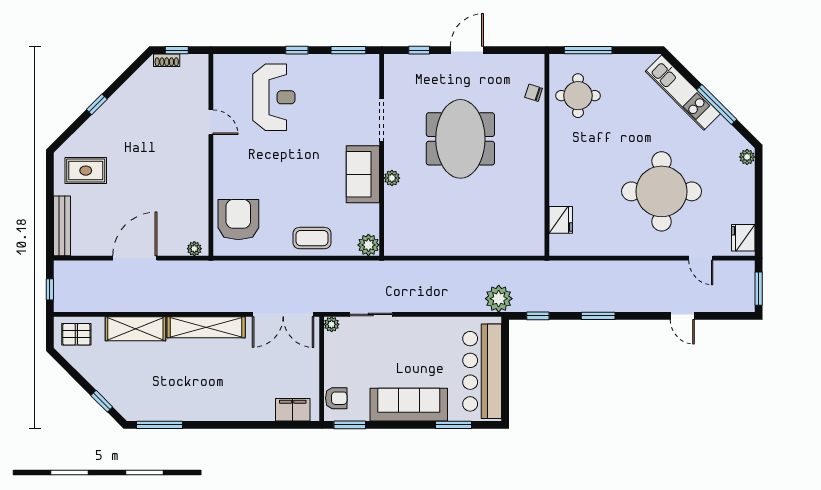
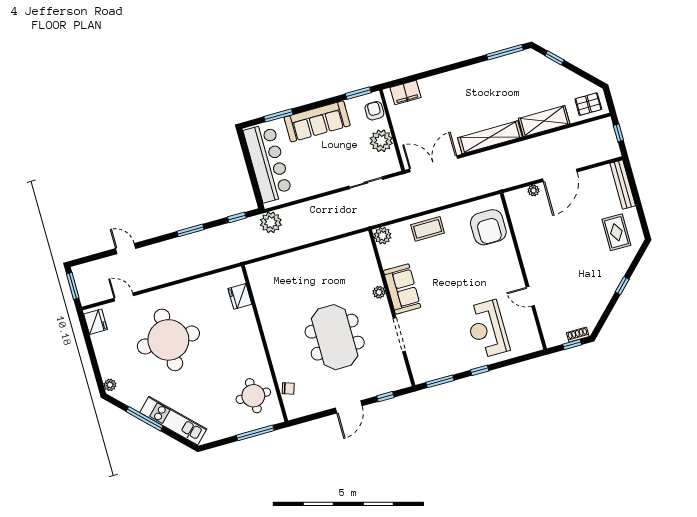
rug: (86, 171) -> (616, 232), turned 90
plant: (194, 249) -> (533, 190), moved
plant: (332, 324) -> (381, 141), moved, width x1.87, depth x1.87
armchair: (336, 398) -> (374, 111), turned 90

